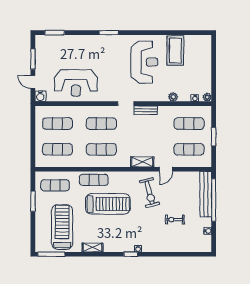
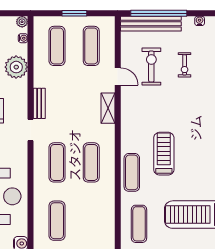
plant: (173, 97) -> (16, 67), width x1.88, depth x1.88
exercise mat: (57, 149) -> (91, 221), removed
exercise bike: (150, 193) -> (151, 67), moved, turned -76
treadmill: (108, 204) -> (164, 154), width x0.73, depth x0.73

